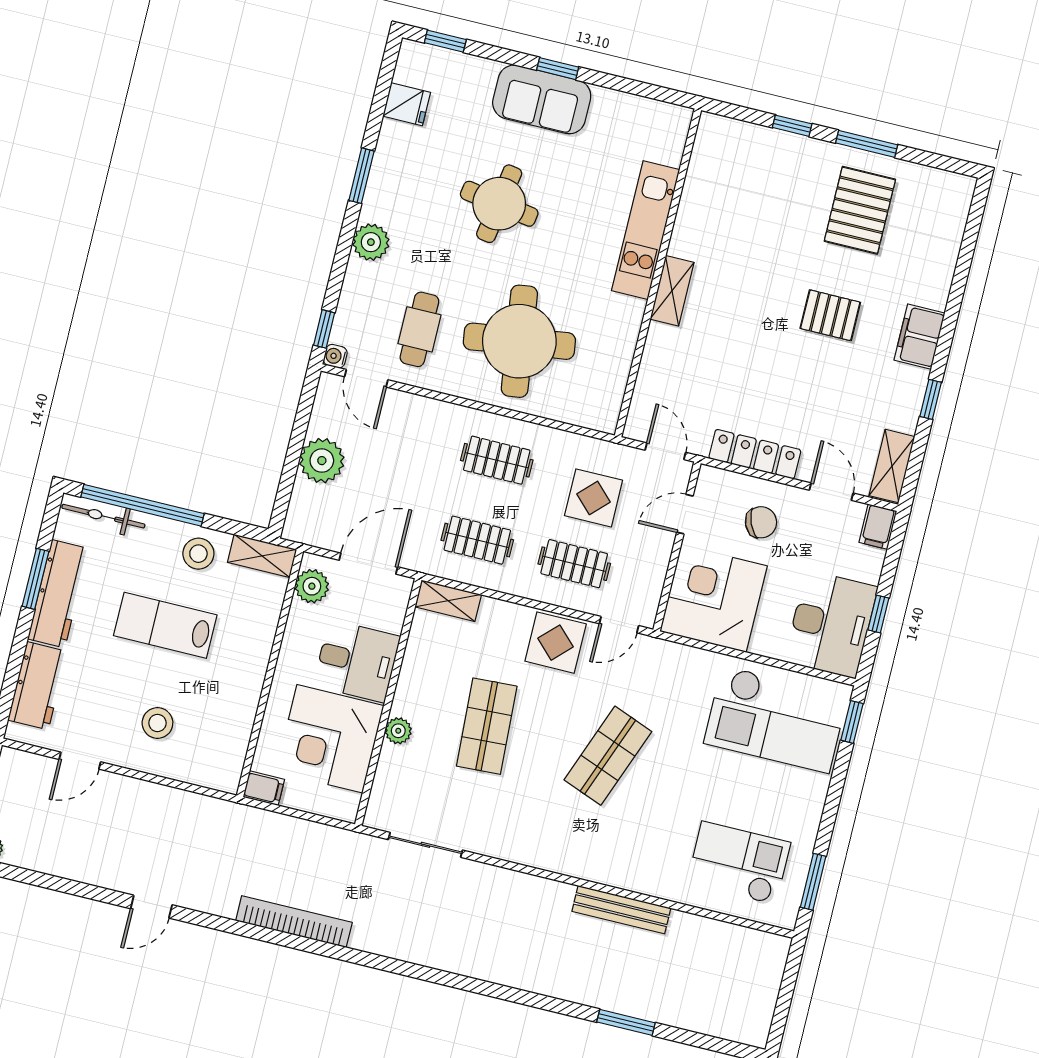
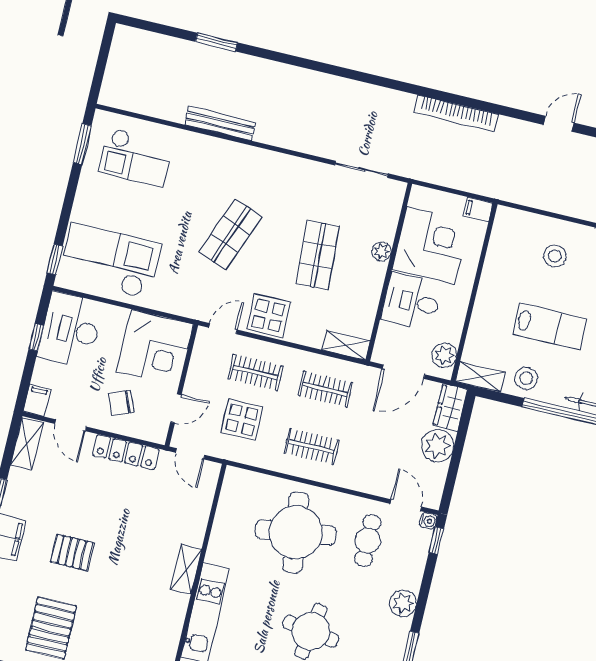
wardrobe: (304, 513) -> (450, 408), added

